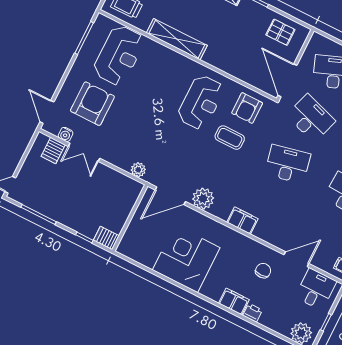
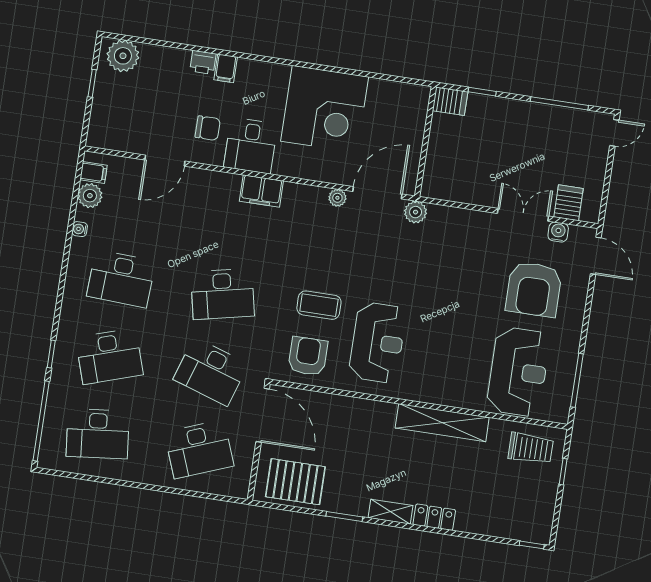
pallet: (280, 32) -> (295, 482), width x1.50, depth x1.42
reception desk: (119, 55) -> (518, 372), turned 180
reception desk: (201, 102) -> (378, 342), turned 180
plant: (138, 170) -> (416, 212), moved
plant: (203, 199) -> (337, 198), width x0.53, depth x0.53
chair: (263, 271) -> (208, 128), turned -90
desk: (316, 289) -> (251, 146), moved
filing cabinet: (234, 301) -> (226, 68), width x0.50

